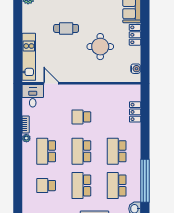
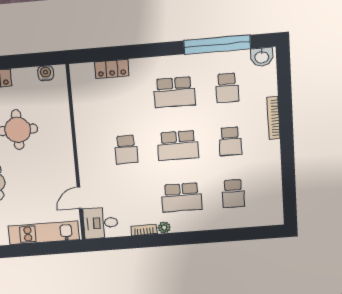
school desk: (81, 186) -> (230, 141), width x0.54
school desk: (117, 186) -> (227, 88), width x0.54

